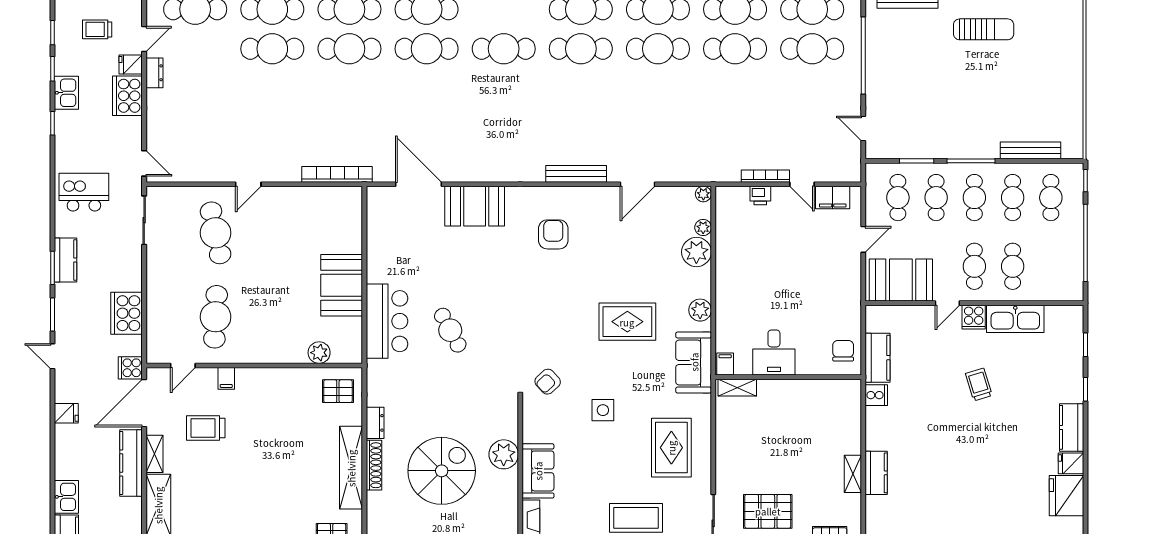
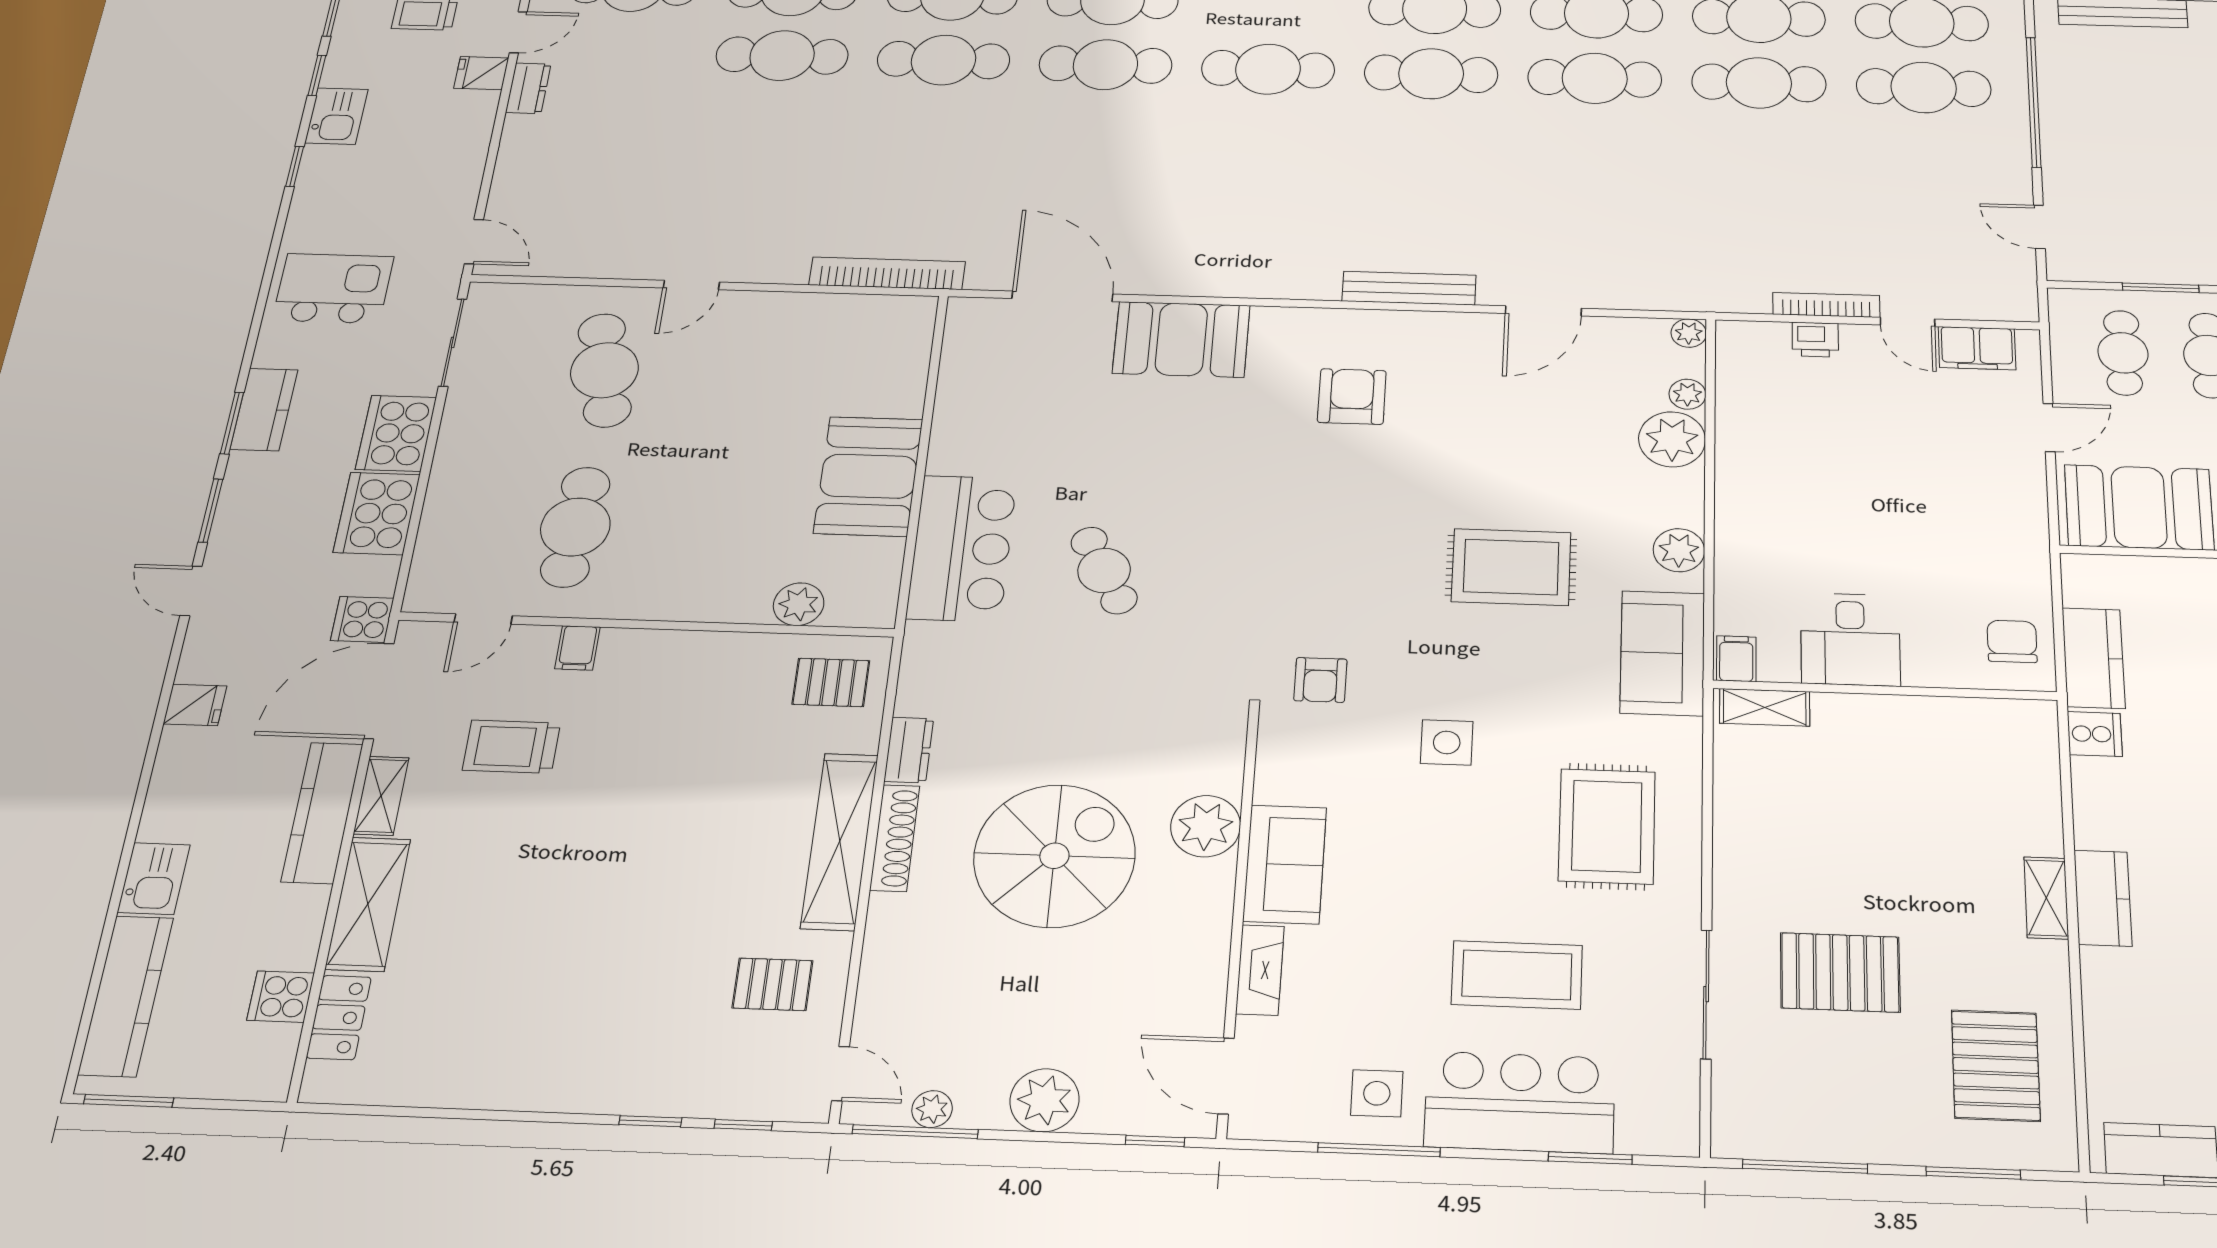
cooker: (127, 96) -> (396, 433), moved
armchair: (548, 382) -> (1320, 680), turned -47

